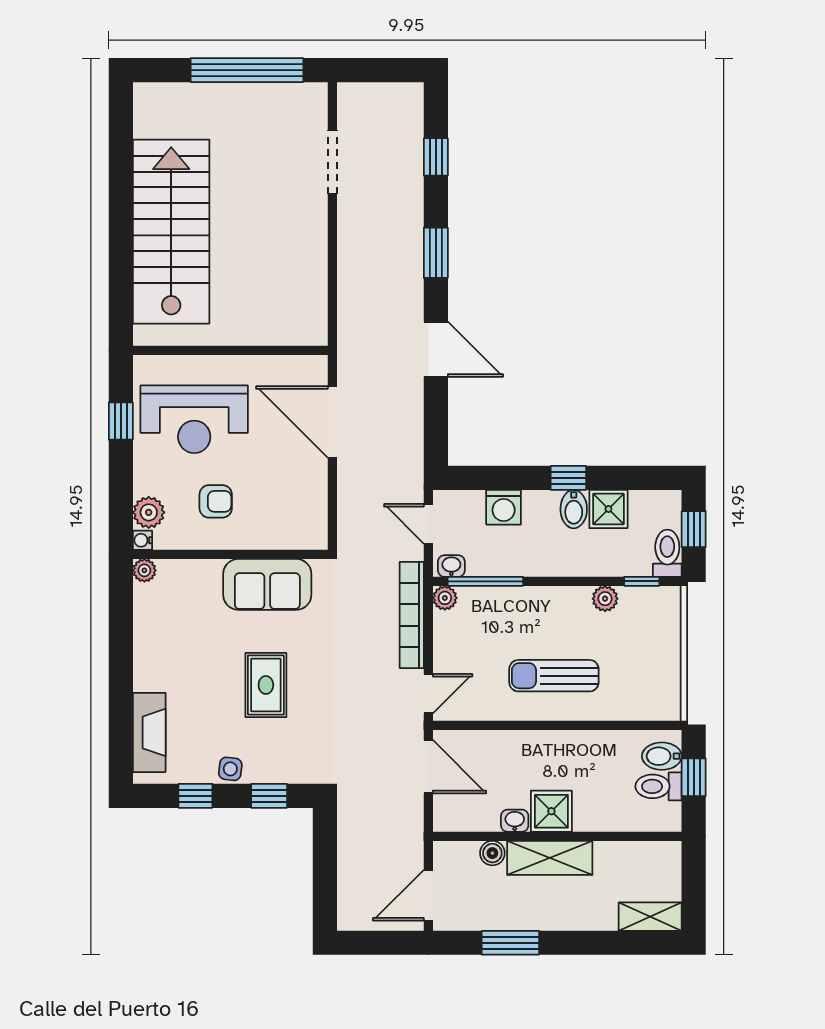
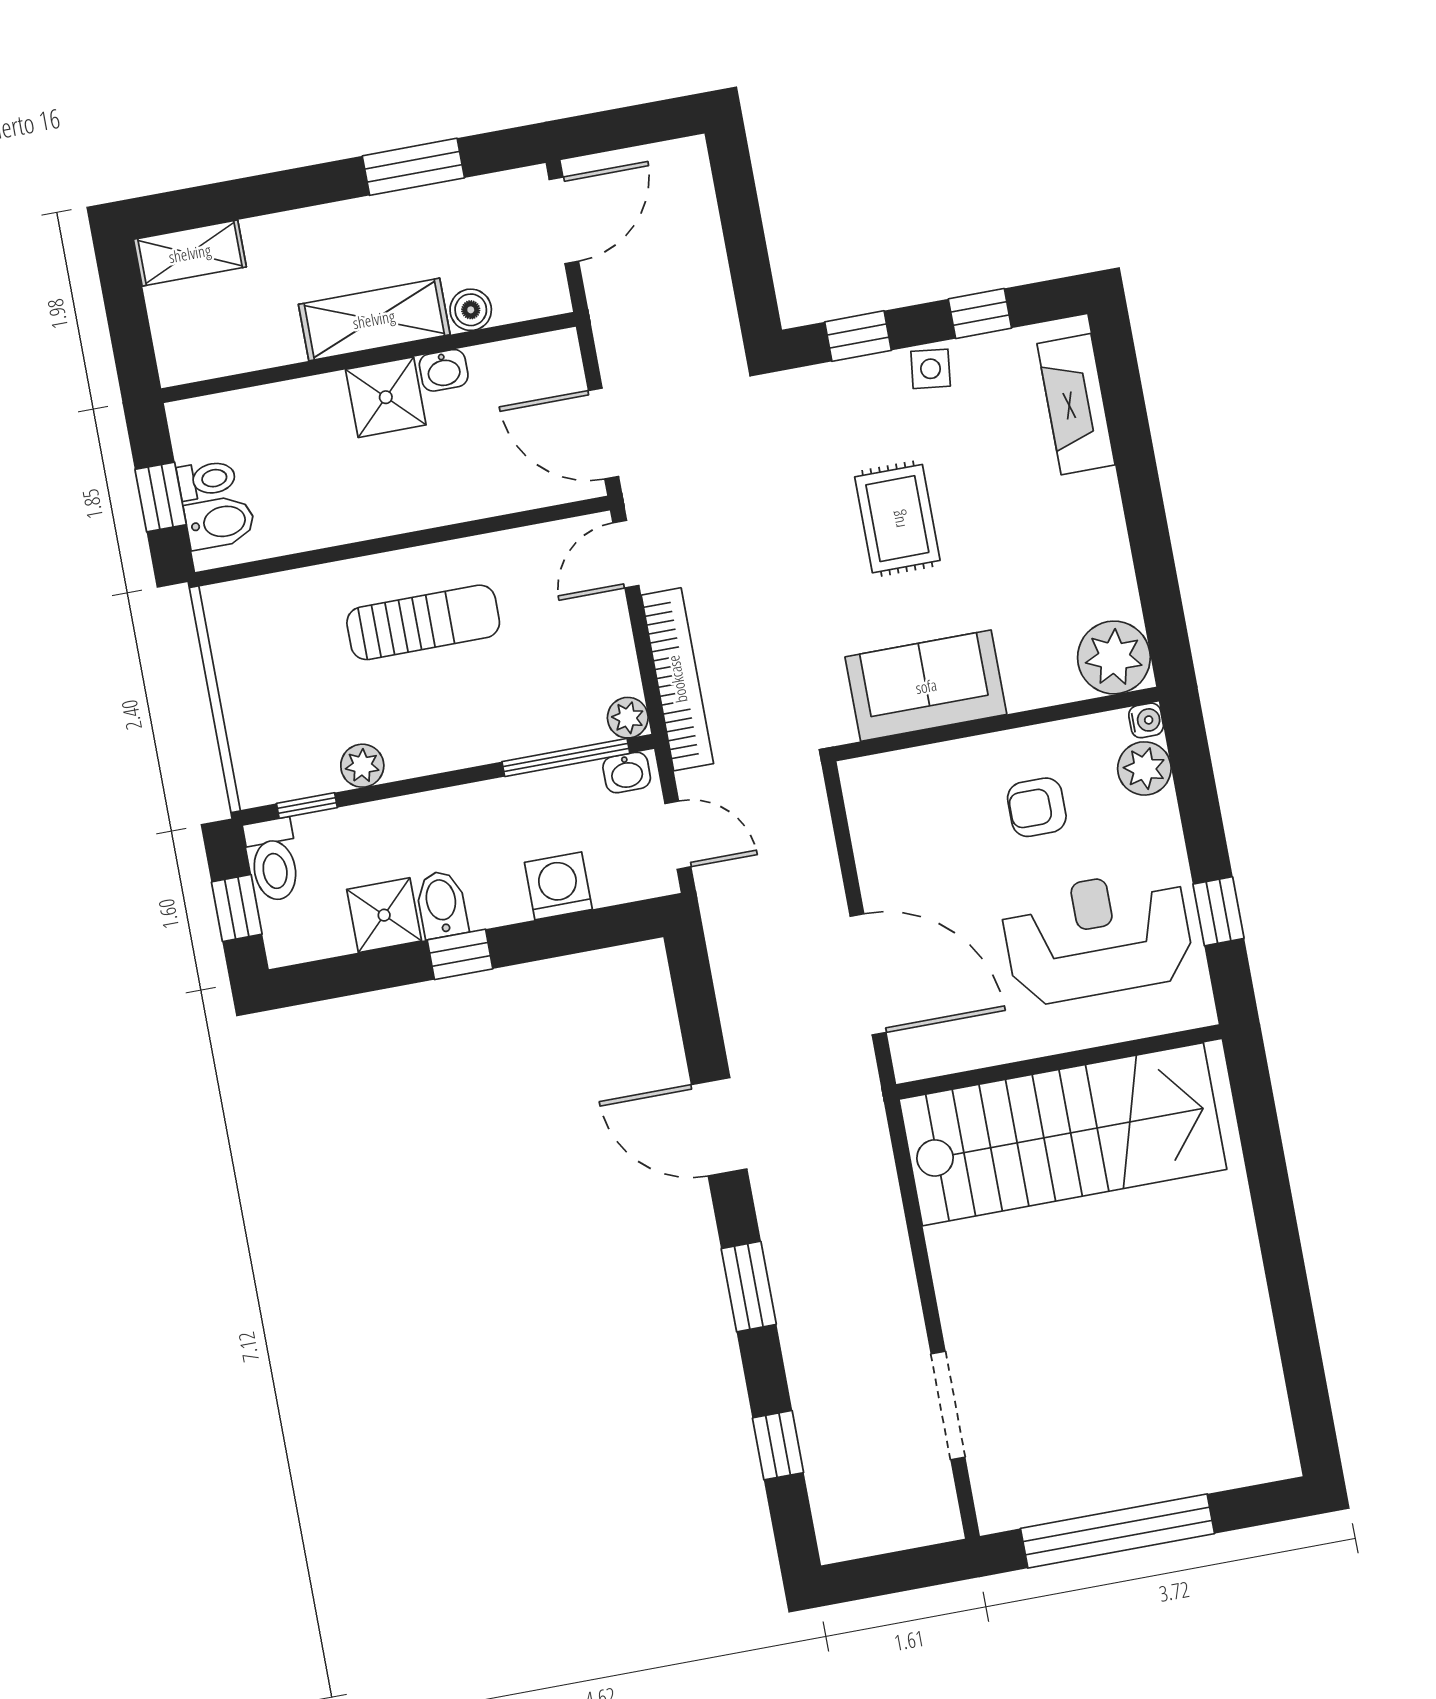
stairs: (171, 232) -> (1063, 1134), moved, turned -90
plant: (144, 570) -> (1114, 657), width x1.88, depth x1.88
toilet: (659, 786) -> (207, 480), width x0.73, depth x0.72

